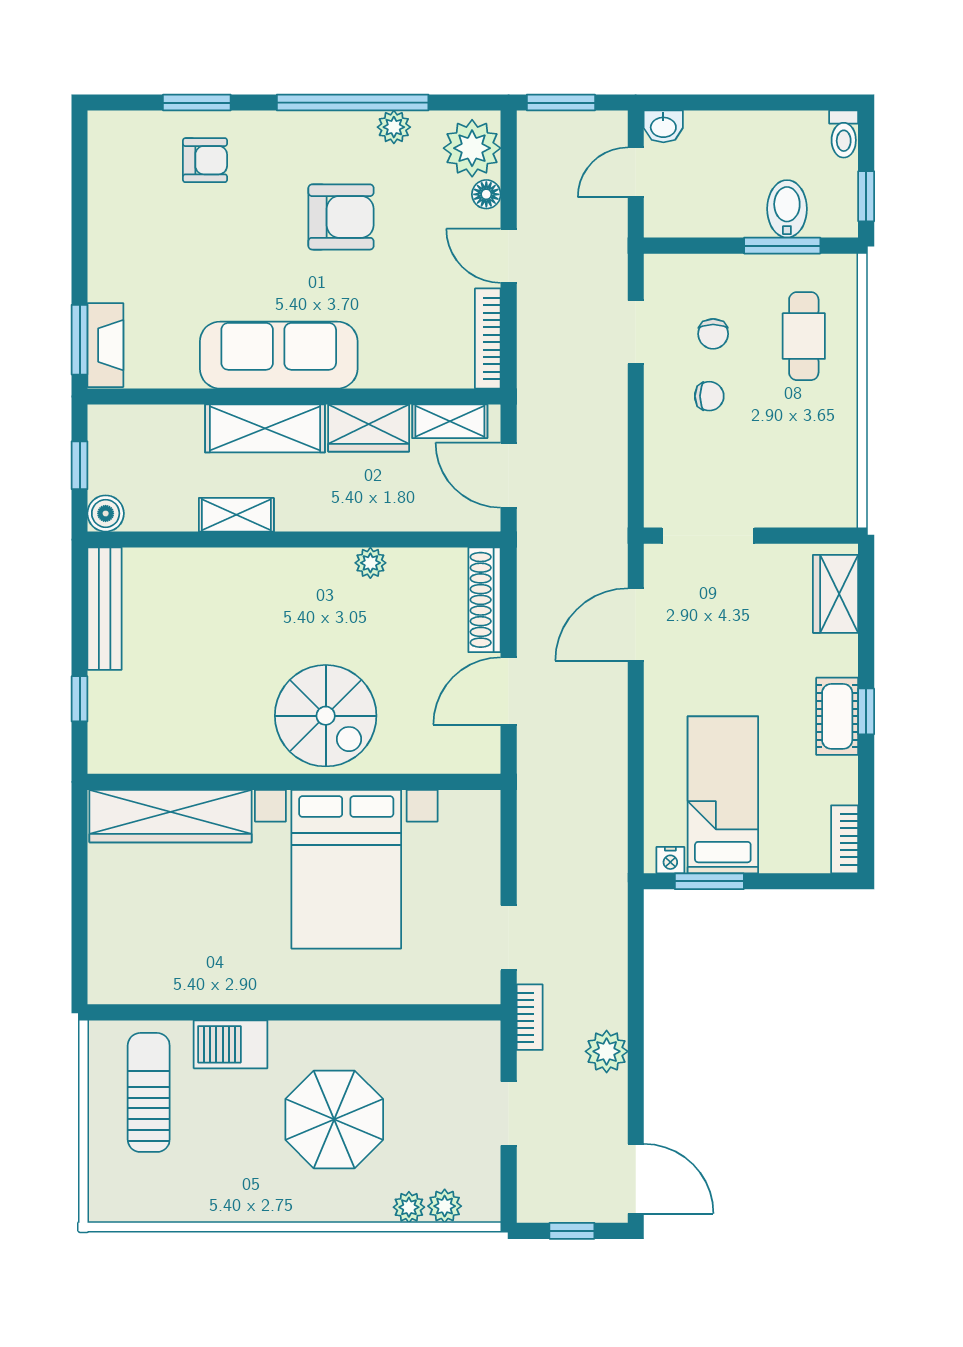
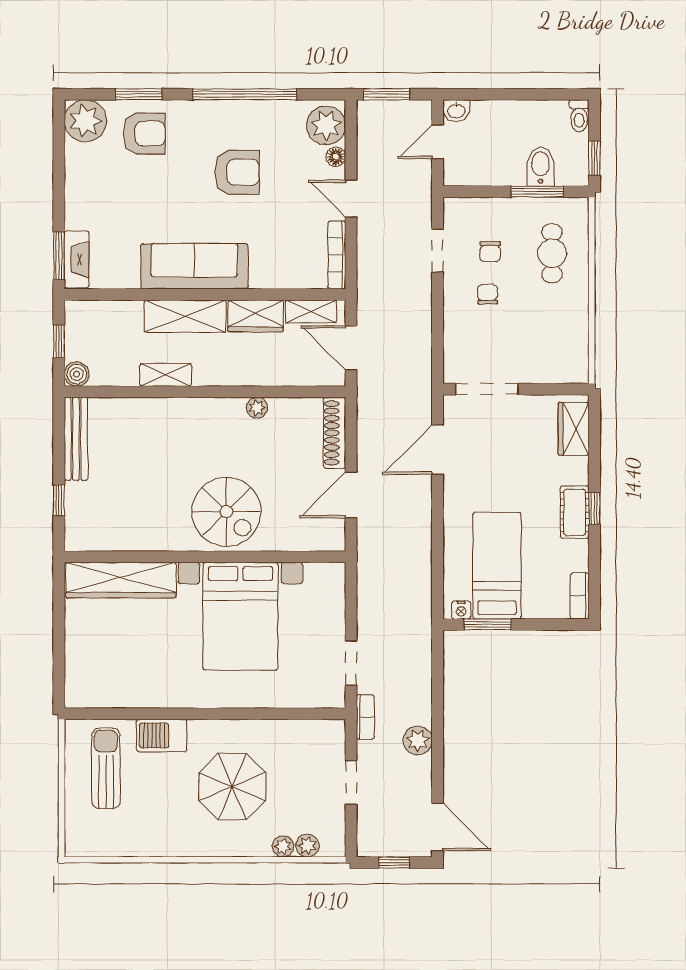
plant: (394, 127) -> (85, 121), moved, width x1.88, depth x1.88
armchair: (205, 160) -> (144, 134), width x1.38, depth x1.38
chair: (709, 396) -> (488, 294), turned -90

